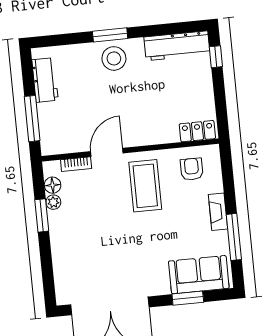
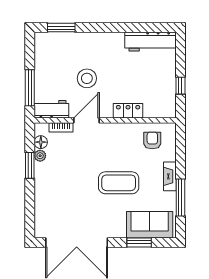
window: (110, 35) -> (61, 28), moved
window: (216, 57) -> (180, 86), moved
stool: (114, 58) -> (87, 78), moved
workbench: (45, 80) -> (51, 109), moved, turned -90
locker: (197, 131) -> (128, 111), moved
coffee table: (145, 186) -> (119, 183), moved, turned 90

